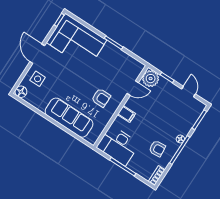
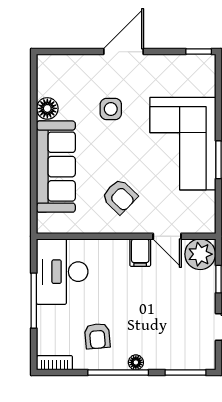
corner sofa: (77, 41) -> (183, 144), moved
side table: (38, 79) -> (111, 109), moved
floor lamp: (21, 92) -> (47, 108), moved
armchair: (101, 98) -> (120, 196), turned -46
filing cabinet: (126, 114) -> (140, 253), moved

